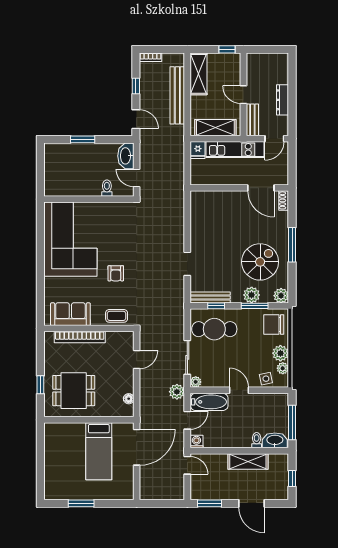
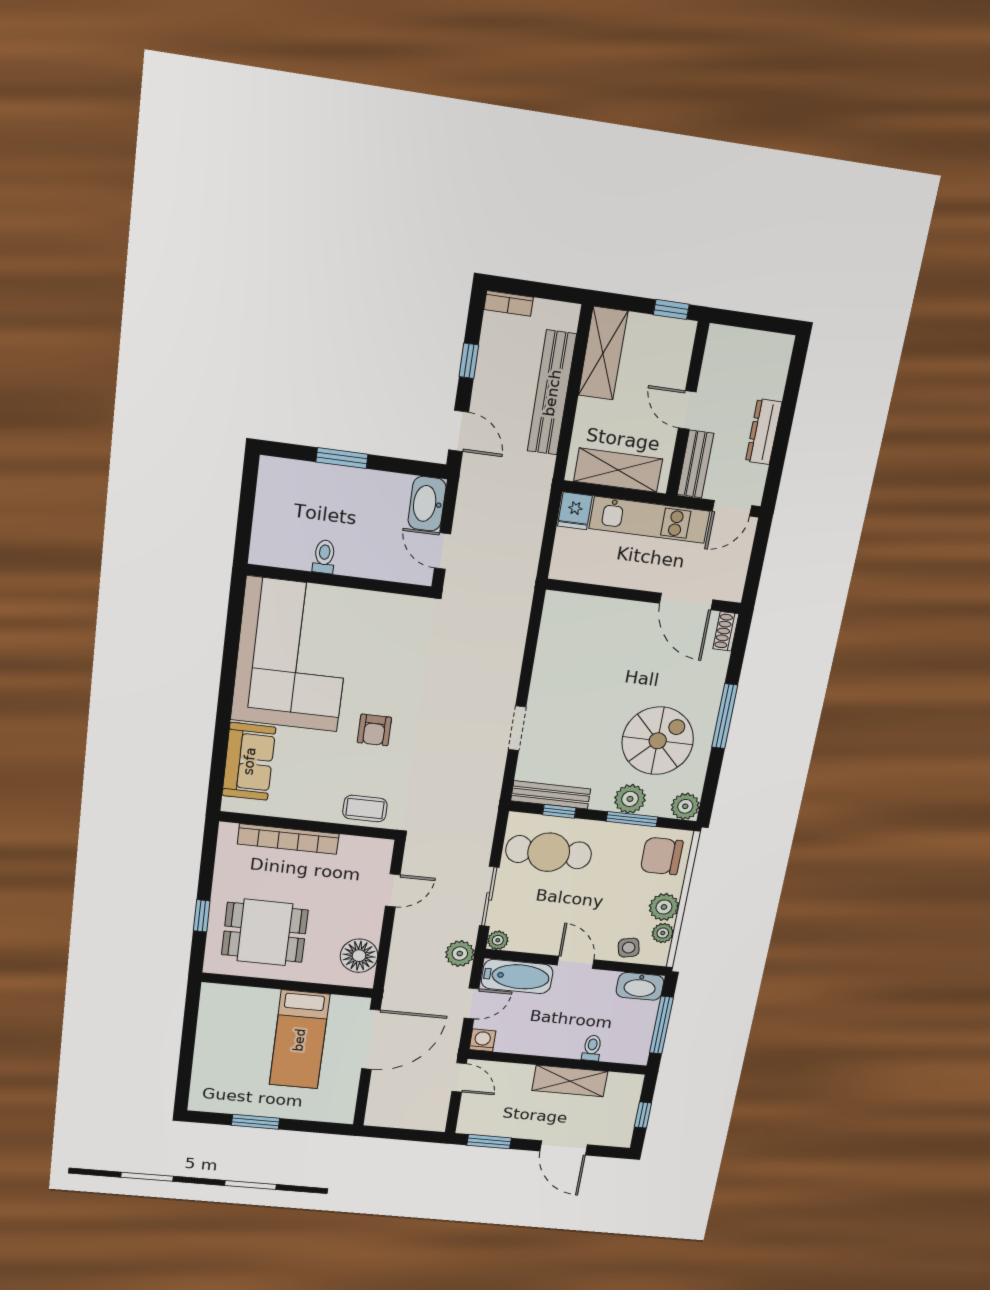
toilet: (107, 188) -> (324, 557), moved
sofa: (70, 314) -> (249, 761), moved, turned 90
floor lamp: (129, 399) -> (359, 956), width x1.89, depth x1.89
washbasin: (275, 440) -> (640, 986), moved, turned 180

